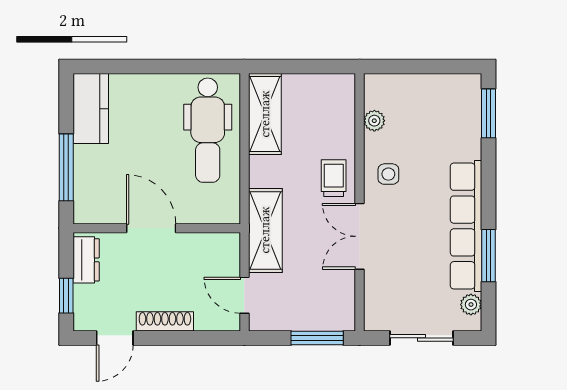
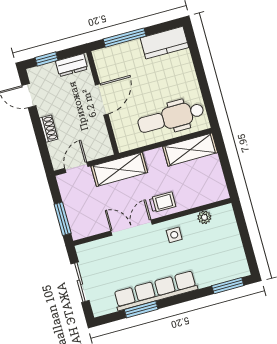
plant: (471, 305) -> (109, 307), removed
shoe rack: (165, 321) -> (49, 129), width x0.70

